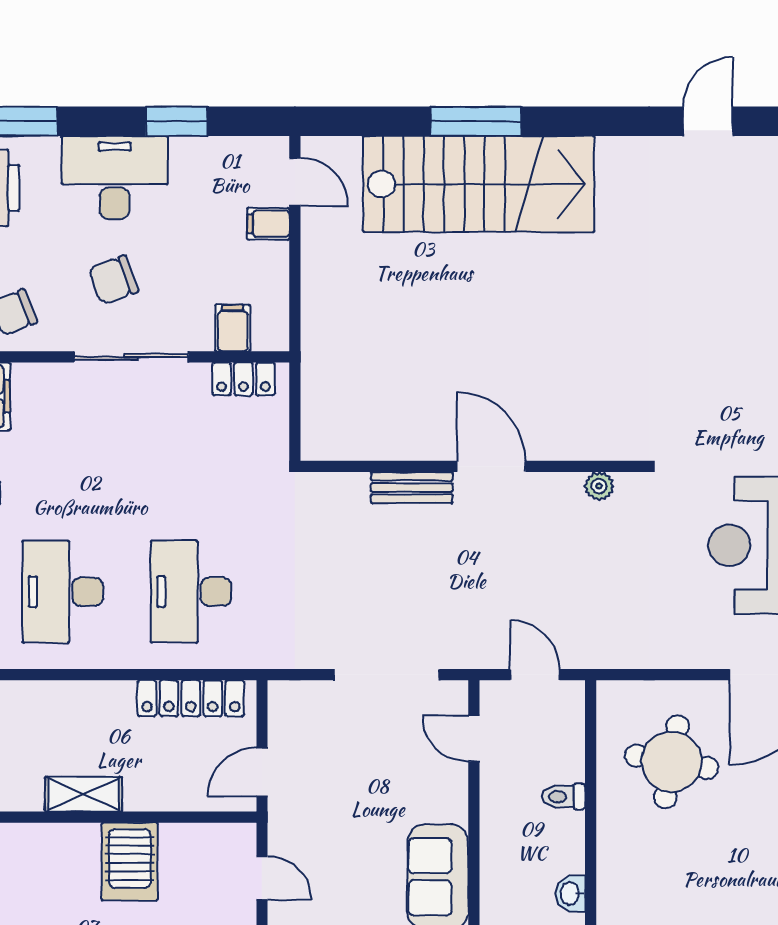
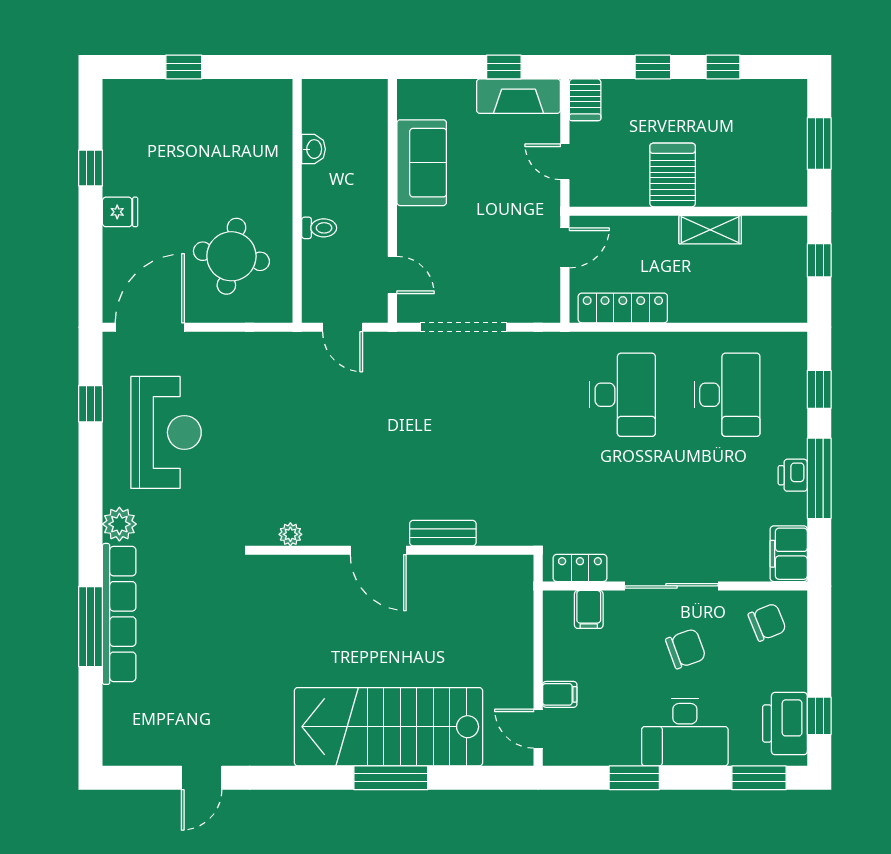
wall: (472, 466) -> (394, 550), moved
door: (491, 466) -> (378, 550), moved
plant: (599, 486) -> (290, 534), moved
bench: (412, 487) -> (443, 533), moved

